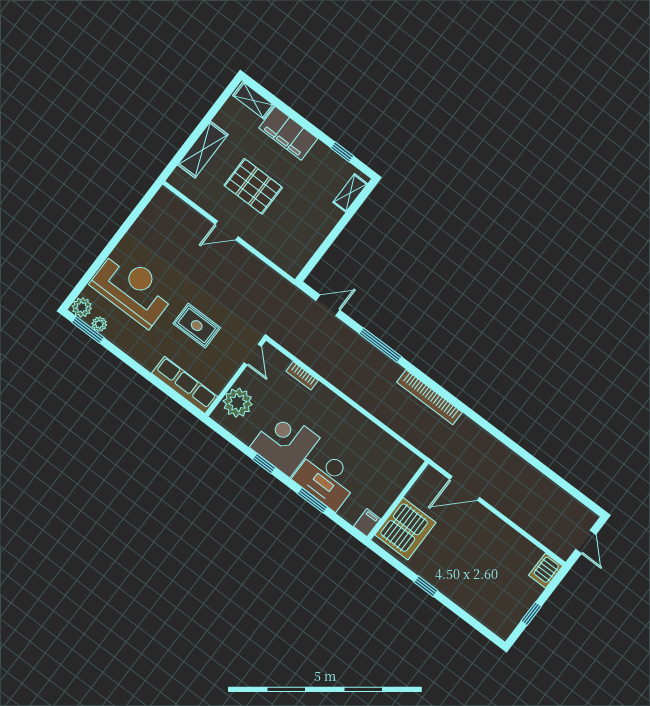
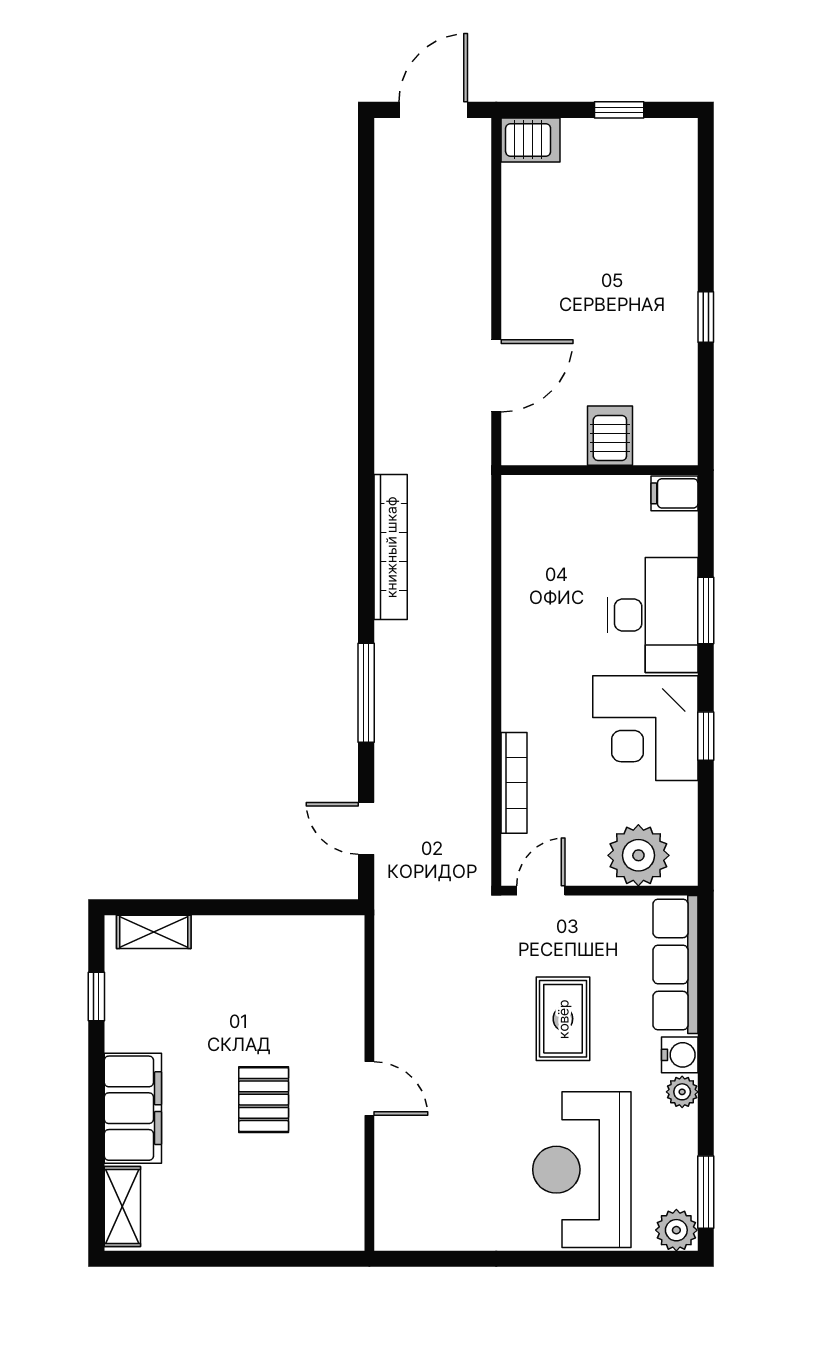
shelving: (203, 150) -> (266, 1228), removed
pallet: (253, 186) -> (264, 1100), width x0.67, depth x0.71
plant: (99, 324) -> (682, 1092), moved
water cooler: (149, 360) -> (680, 1055), added
bookcase: (302, 376) -> (514, 783), width x1.56
door: (465, 488) -> (496, 376), hinge flipped
server rack: (405, 529) -> (610, 436), width x0.46, depth x0.70
door: (586, 542) -> (433, 110), width x1.38

